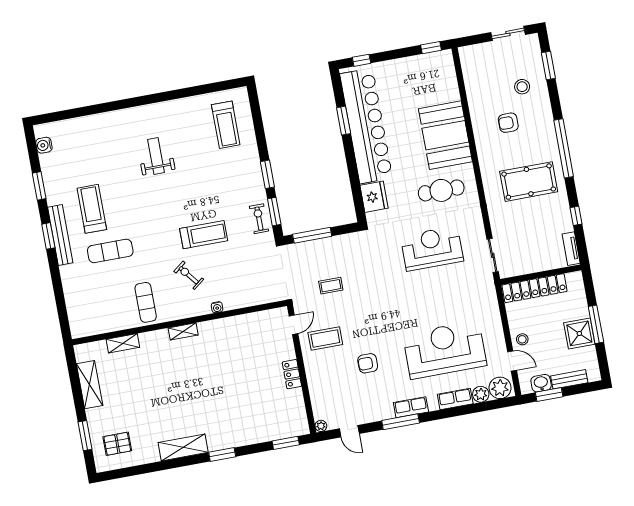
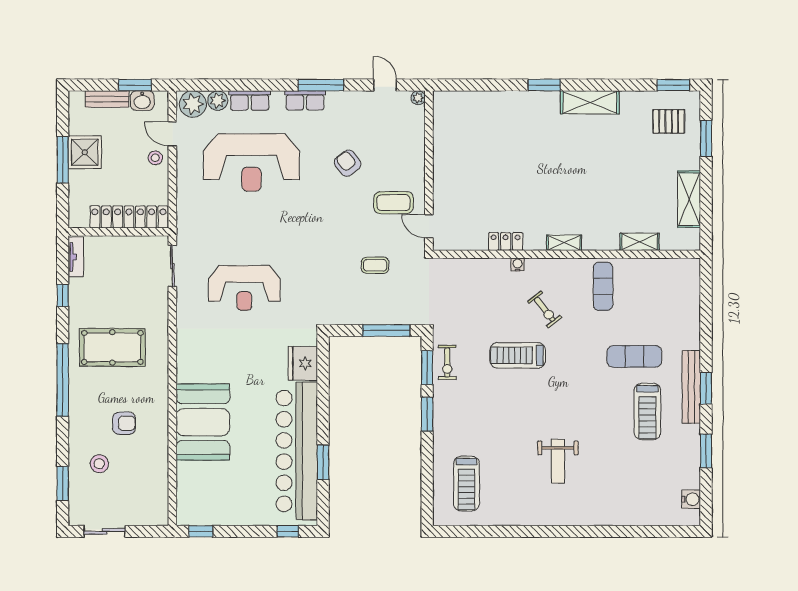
treadmill: (226, 125) -> (466, 484), turned 180
cafe table: (441, 190) -> (220, 356), removed
door: (293, 325) -> (429, 226), hinge flipped
armchair: (368, 363) -> (348, 163), turned -128
locker: (292, 374) -> (506, 242), moved, turned -90
window: (286, 443) -> (673, 85), moved

